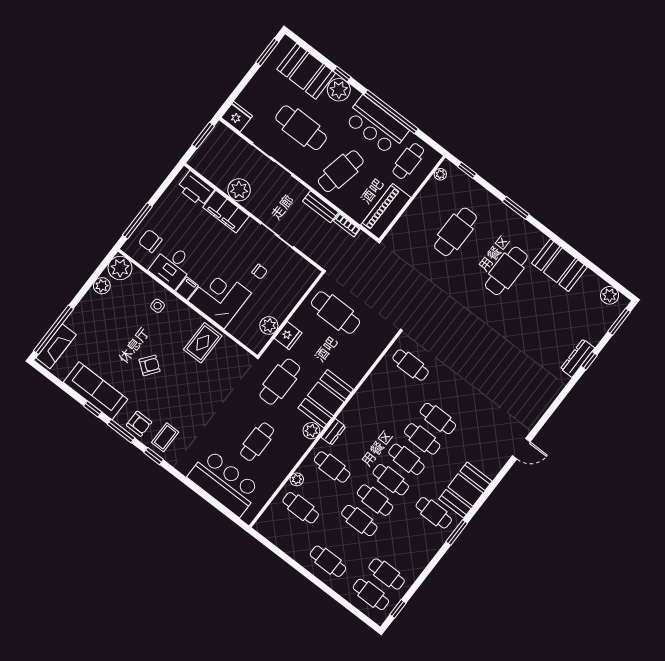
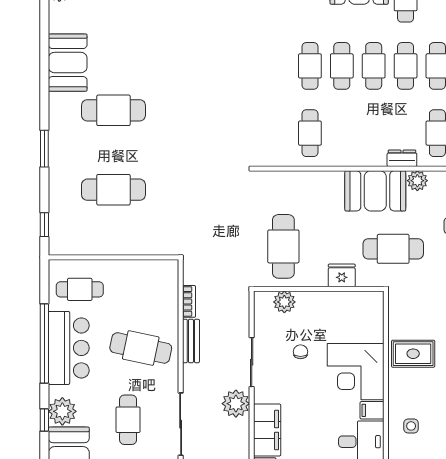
cafe table: (301, 128) -> (128, 420), width x0.73, depth x0.74
plant: (440, 174) -> (68, 248), removed
plant: (239, 190) -> (236, 404), moved
piano: (386, 211) -> (146, 273), removed
plant: (269, 325) -> (284, 302), moved
cafe table: (411, 365) -> (310, 133), moved

